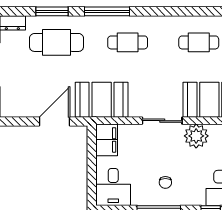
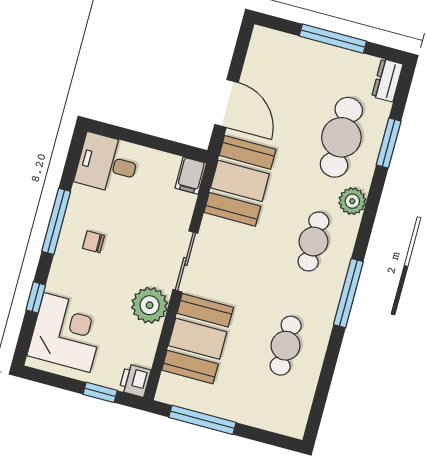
window: (107, 11) -> (348, 293), moved
plant: (95, 25) -> (352, 201), added
filing cabinet: (107, 140) -> (191, 176), width x0.50

